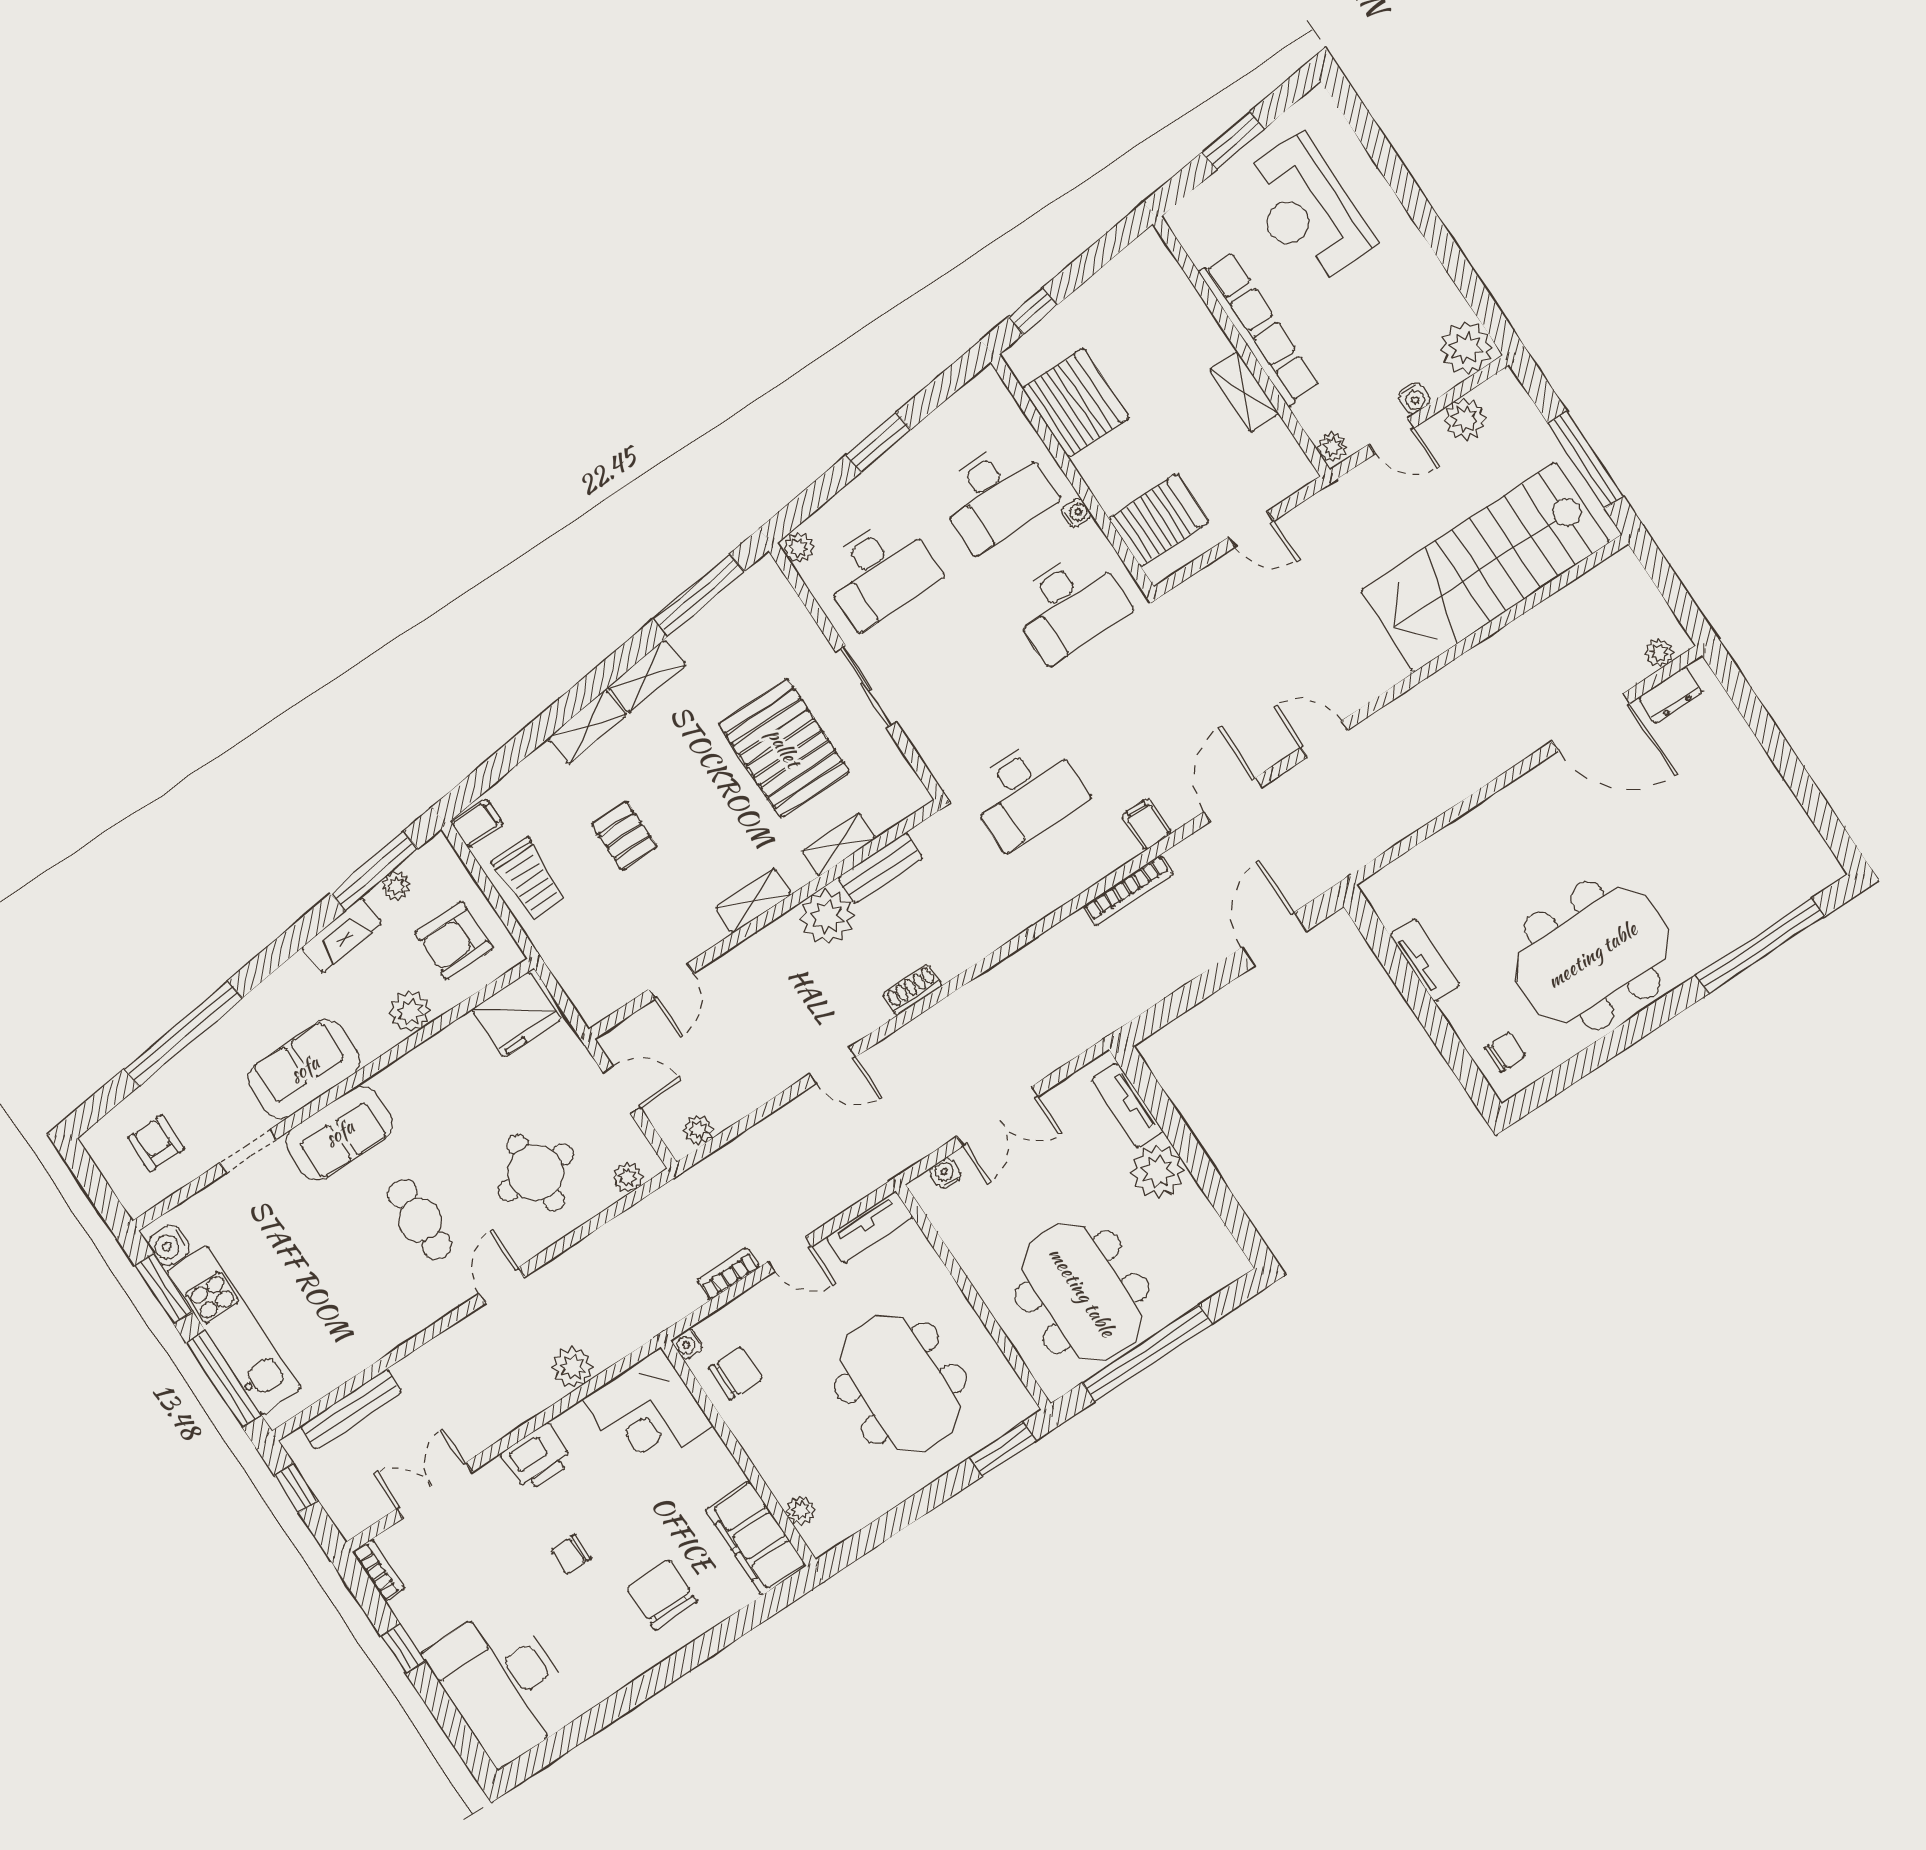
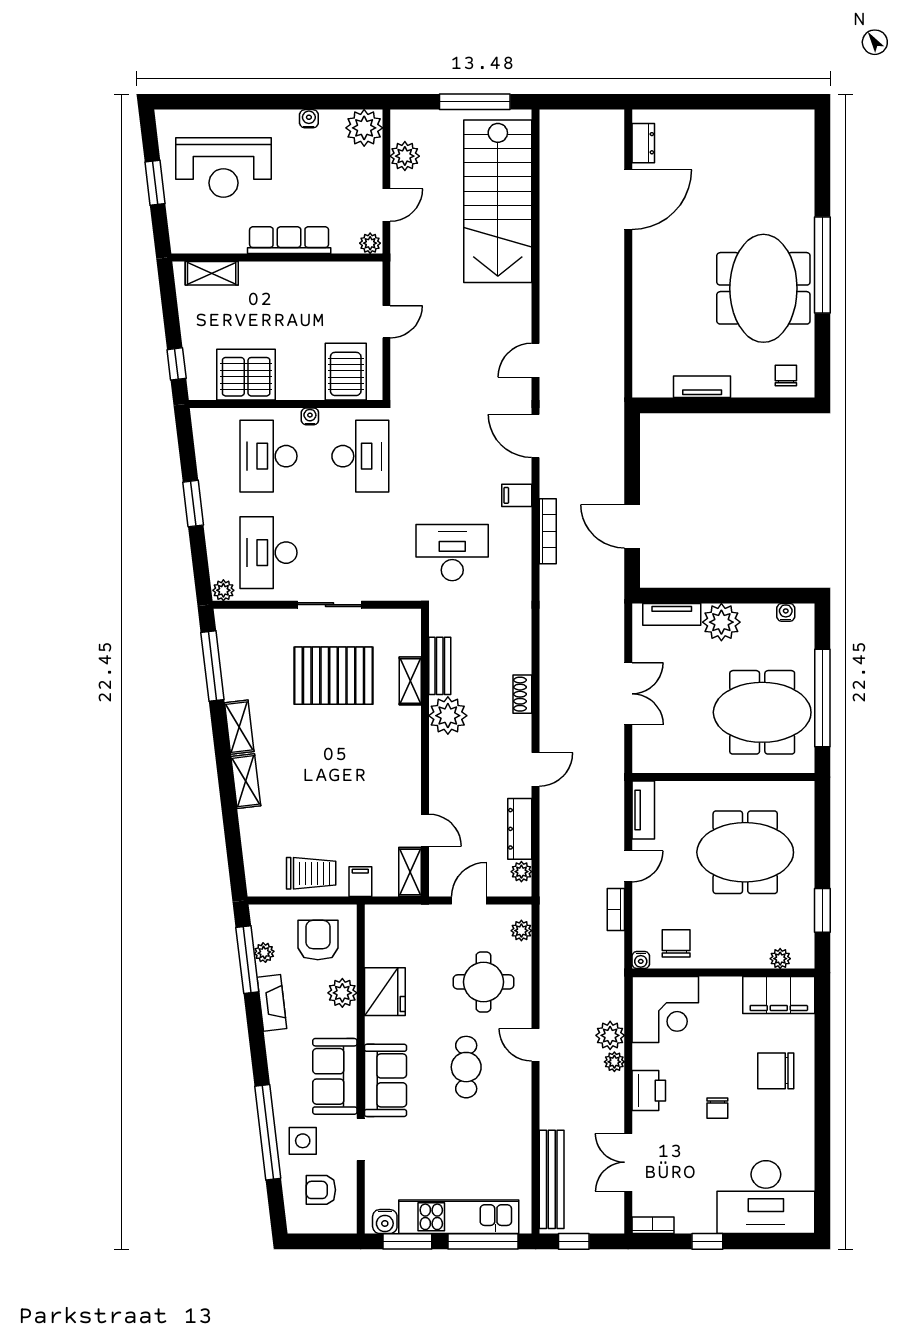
row of seats: (1259, 329) -> (289, 240), width x0.73
shelving: (1244, 392) -> (212, 273), moved
water cooler: (1414, 398) -> (309, 119), moved, turned -90
desk: (996, 495) -> (269, 456), turned 180
desk: (880, 572) -> (269, 553), turned 180
plant: (1659, 653) -> (614, 1062), moved
desk: (1026, 792) -> (452, 553), turned -90
filing cabinet: (477, 823) -> (360, 882), moved
pallet: (624, 836) -> (323, 801), removed
shelving: (754, 901) -> (410, 872), moved
door: (1274, 939) -> (632, 526), moved
armchair: (454, 940) -> (318, 940), turned 180
window: (1760, 946) -> (822, 265), moved
fridge: (517, 1015) -> (385, 992), moved
side table: (201, 1082) -> (303, 1141), added
dresser: (749, 1094) -> (520, 829), added
water cooler: (945, 1173) -> (786, 612), moved, turned 90
cafe table: (420, 1220) -> (466, 1067), turned 90
bench: (351, 1409) -> (552, 1179), width x1.37, depth x1.21
window: (1003, 1449) -> (822, 910), moved

